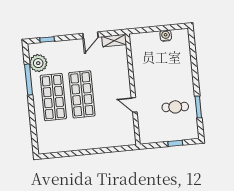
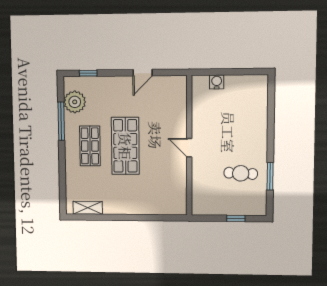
water cooler: (166, 36) -> (217, 82), moved
shelving: (114, 41) -> (88, 208), moved
shop shelf: (53, 97) -> (90, 146), width x0.70, depth x0.74
door: (134, 105) -> (189, 148), moved

